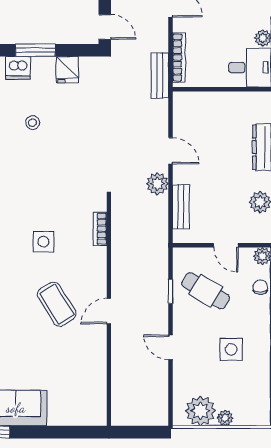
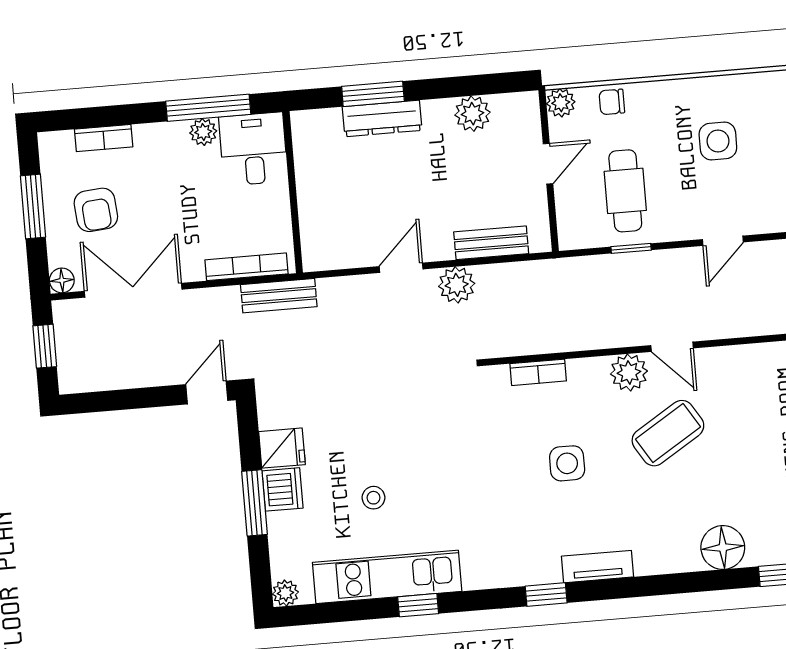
dishwasher: (18, 68) -> (283, 489), moved
plant: (95, 284) -> (629, 372), added
cafe table: (206, 291) -> (625, 191), turned -31

